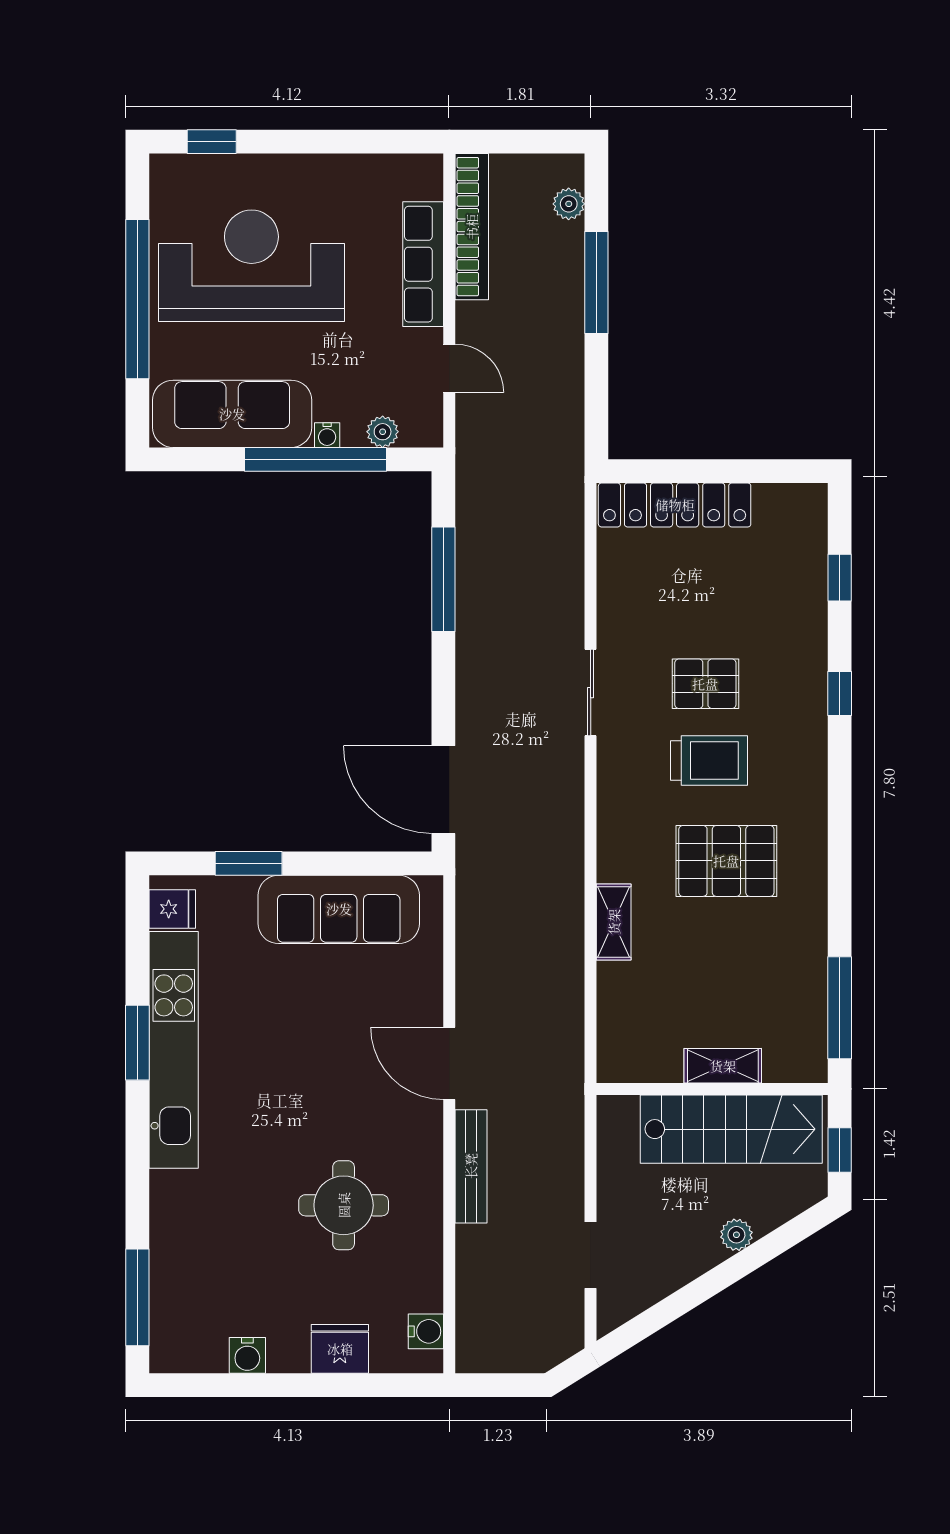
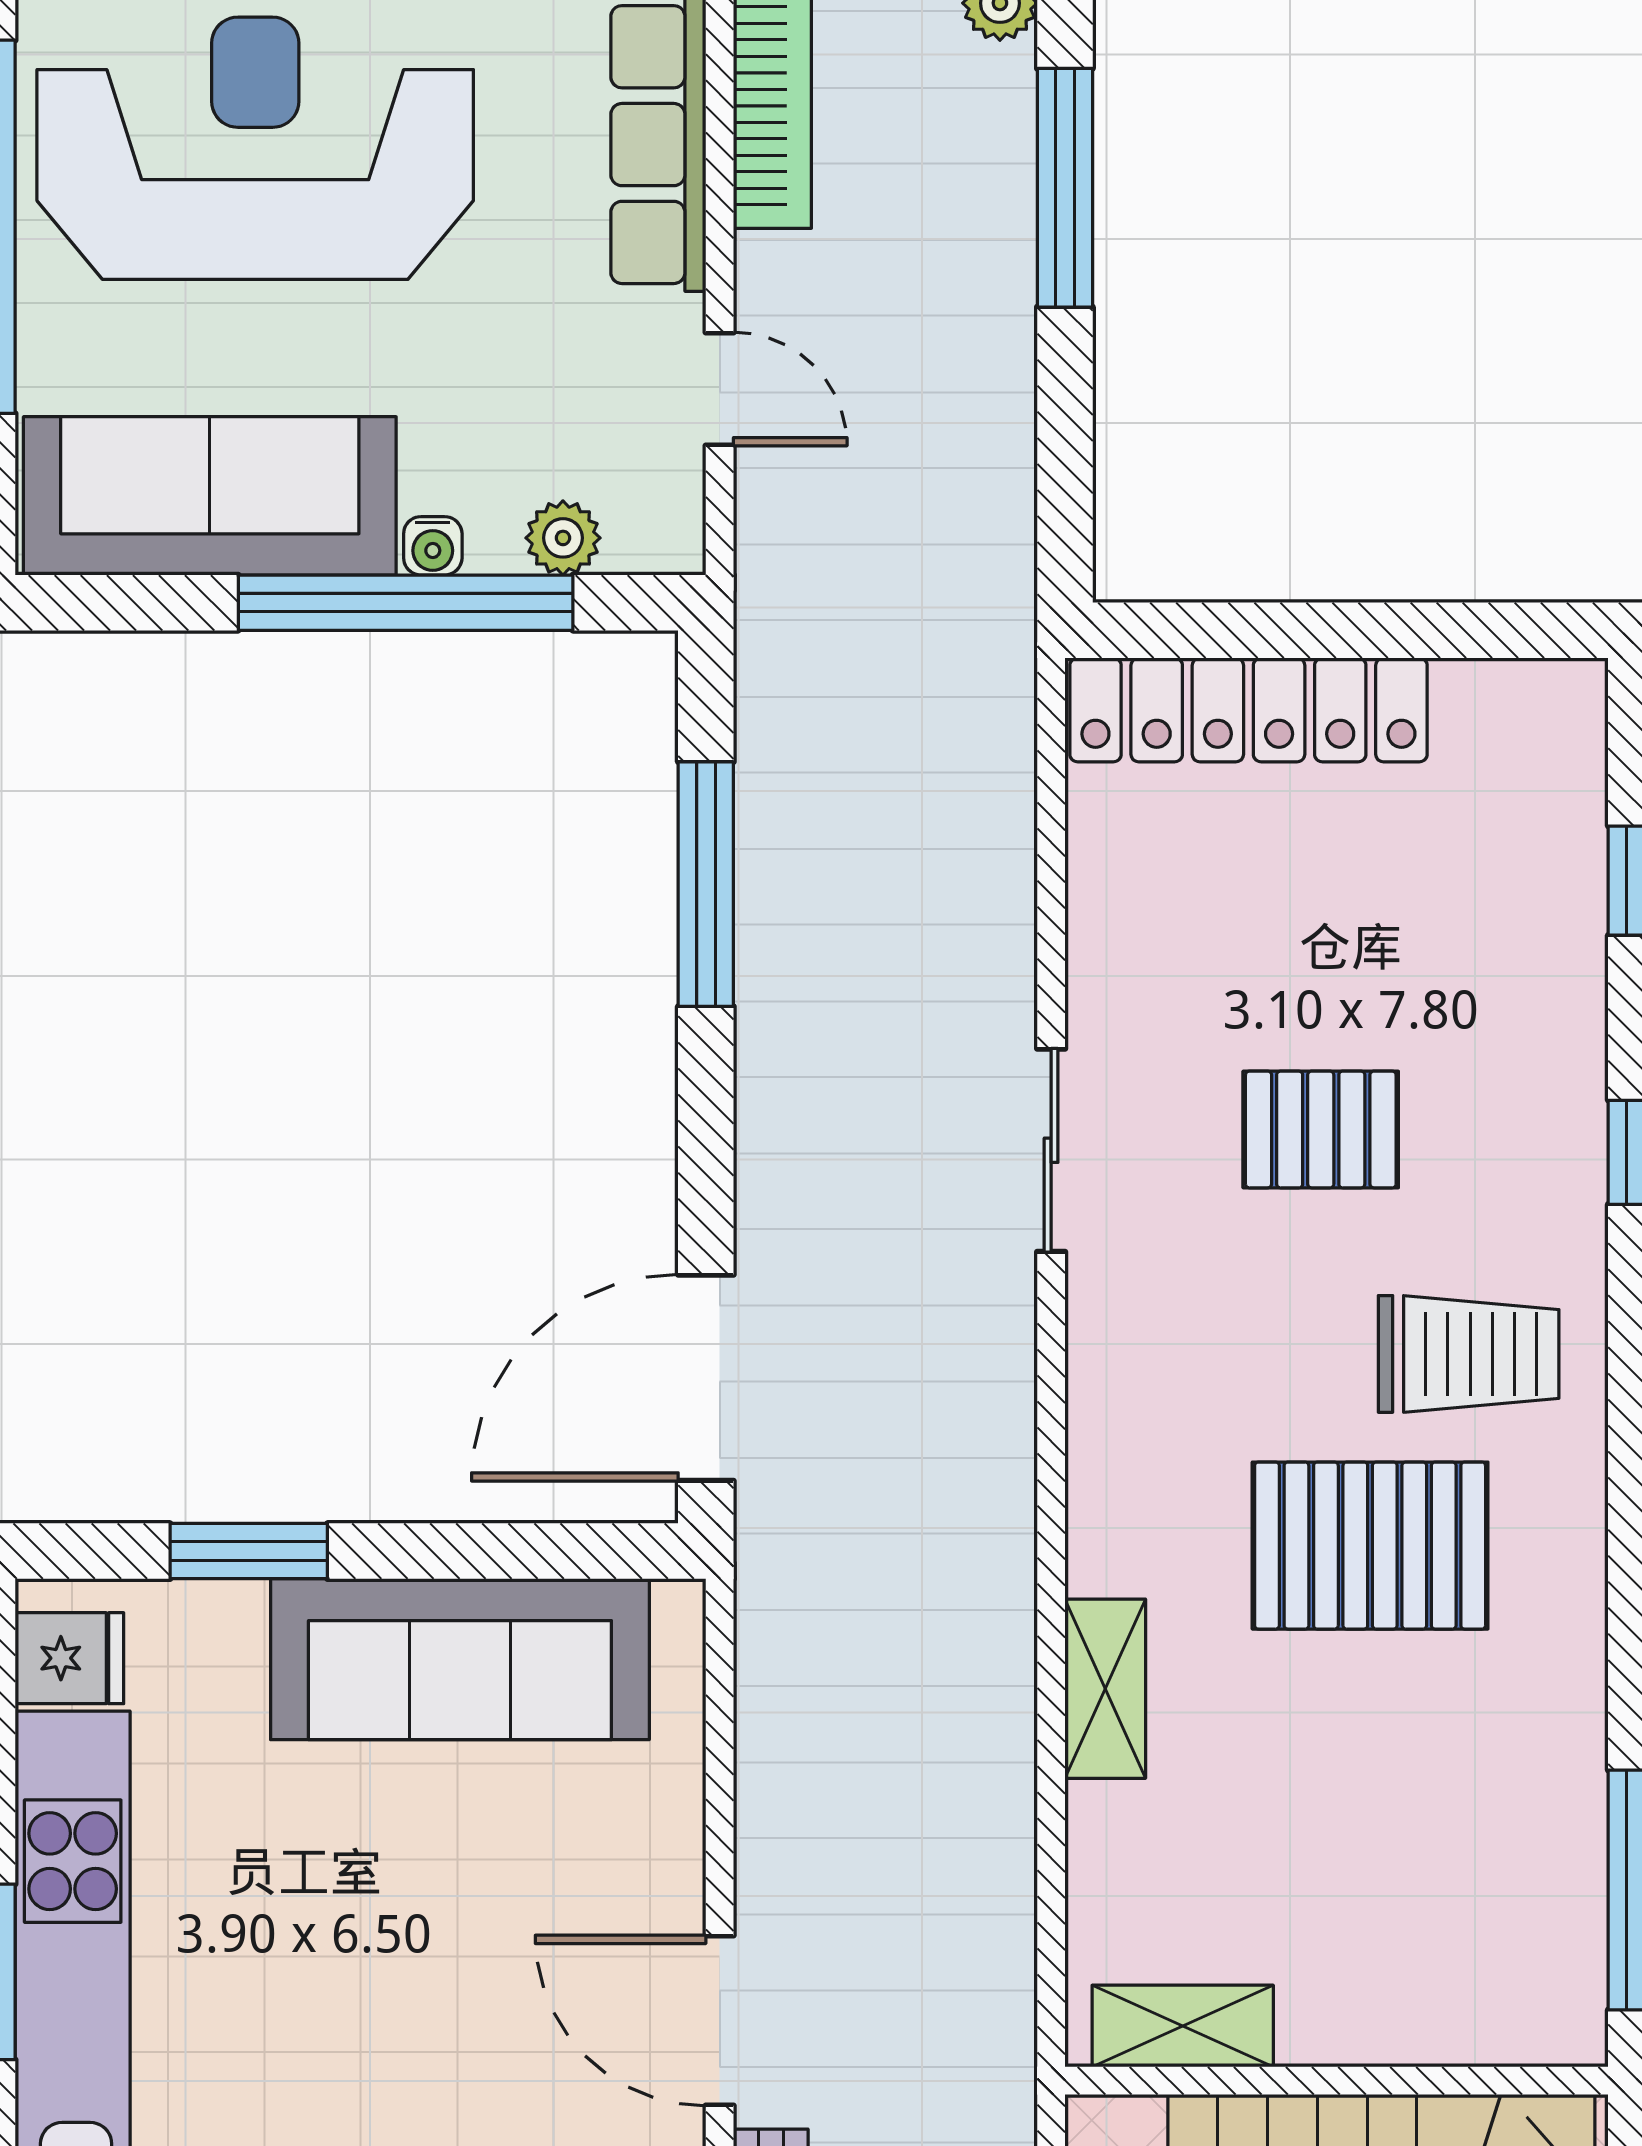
trolley: (709, 760) -> (1469, 1354), moved
door: (443, 790) -> (706, 1378), hinge flipped
shelving: (723, 1066) -> (1183, 2026), moved

